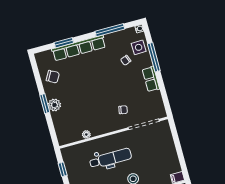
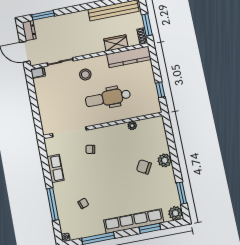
side table: (139, 47) -> (68, 217), removed
plant: (42, 58) -> (175, 213), added
chair: (53, 77) -> (144, 167), moved
row of seats: (151, 79) -> (55, 168), moved
window: (45, 104) -> (182, 193), moved

